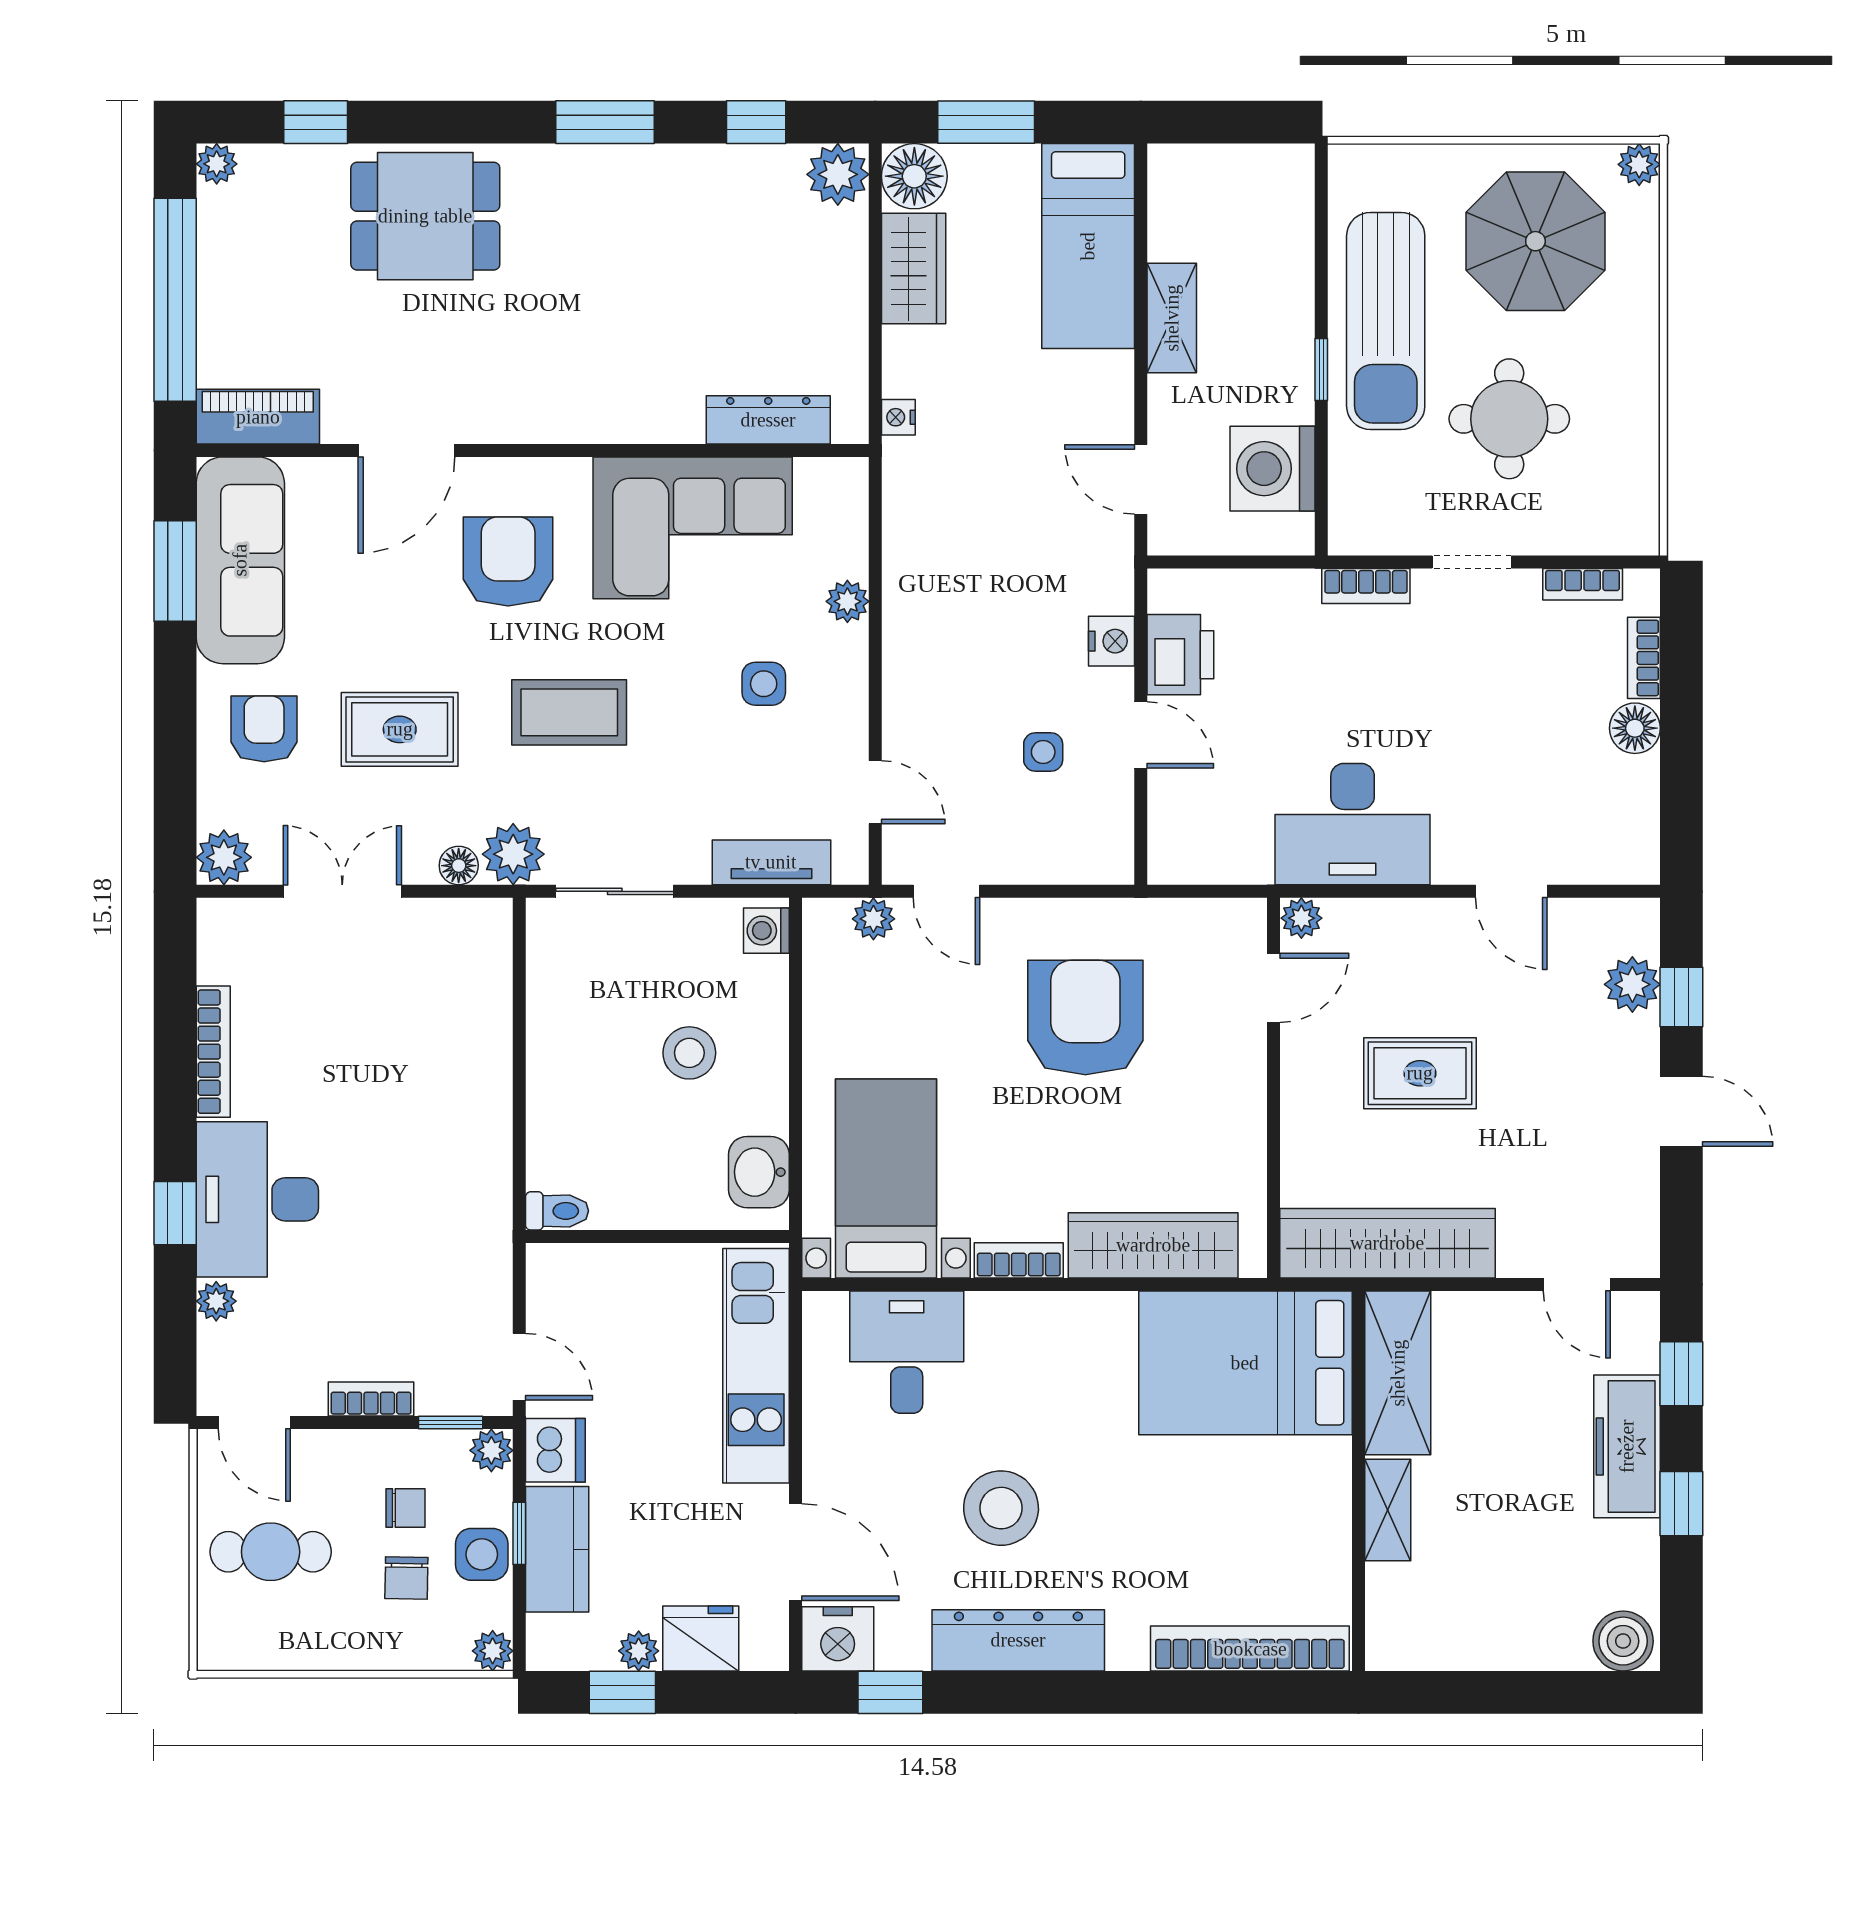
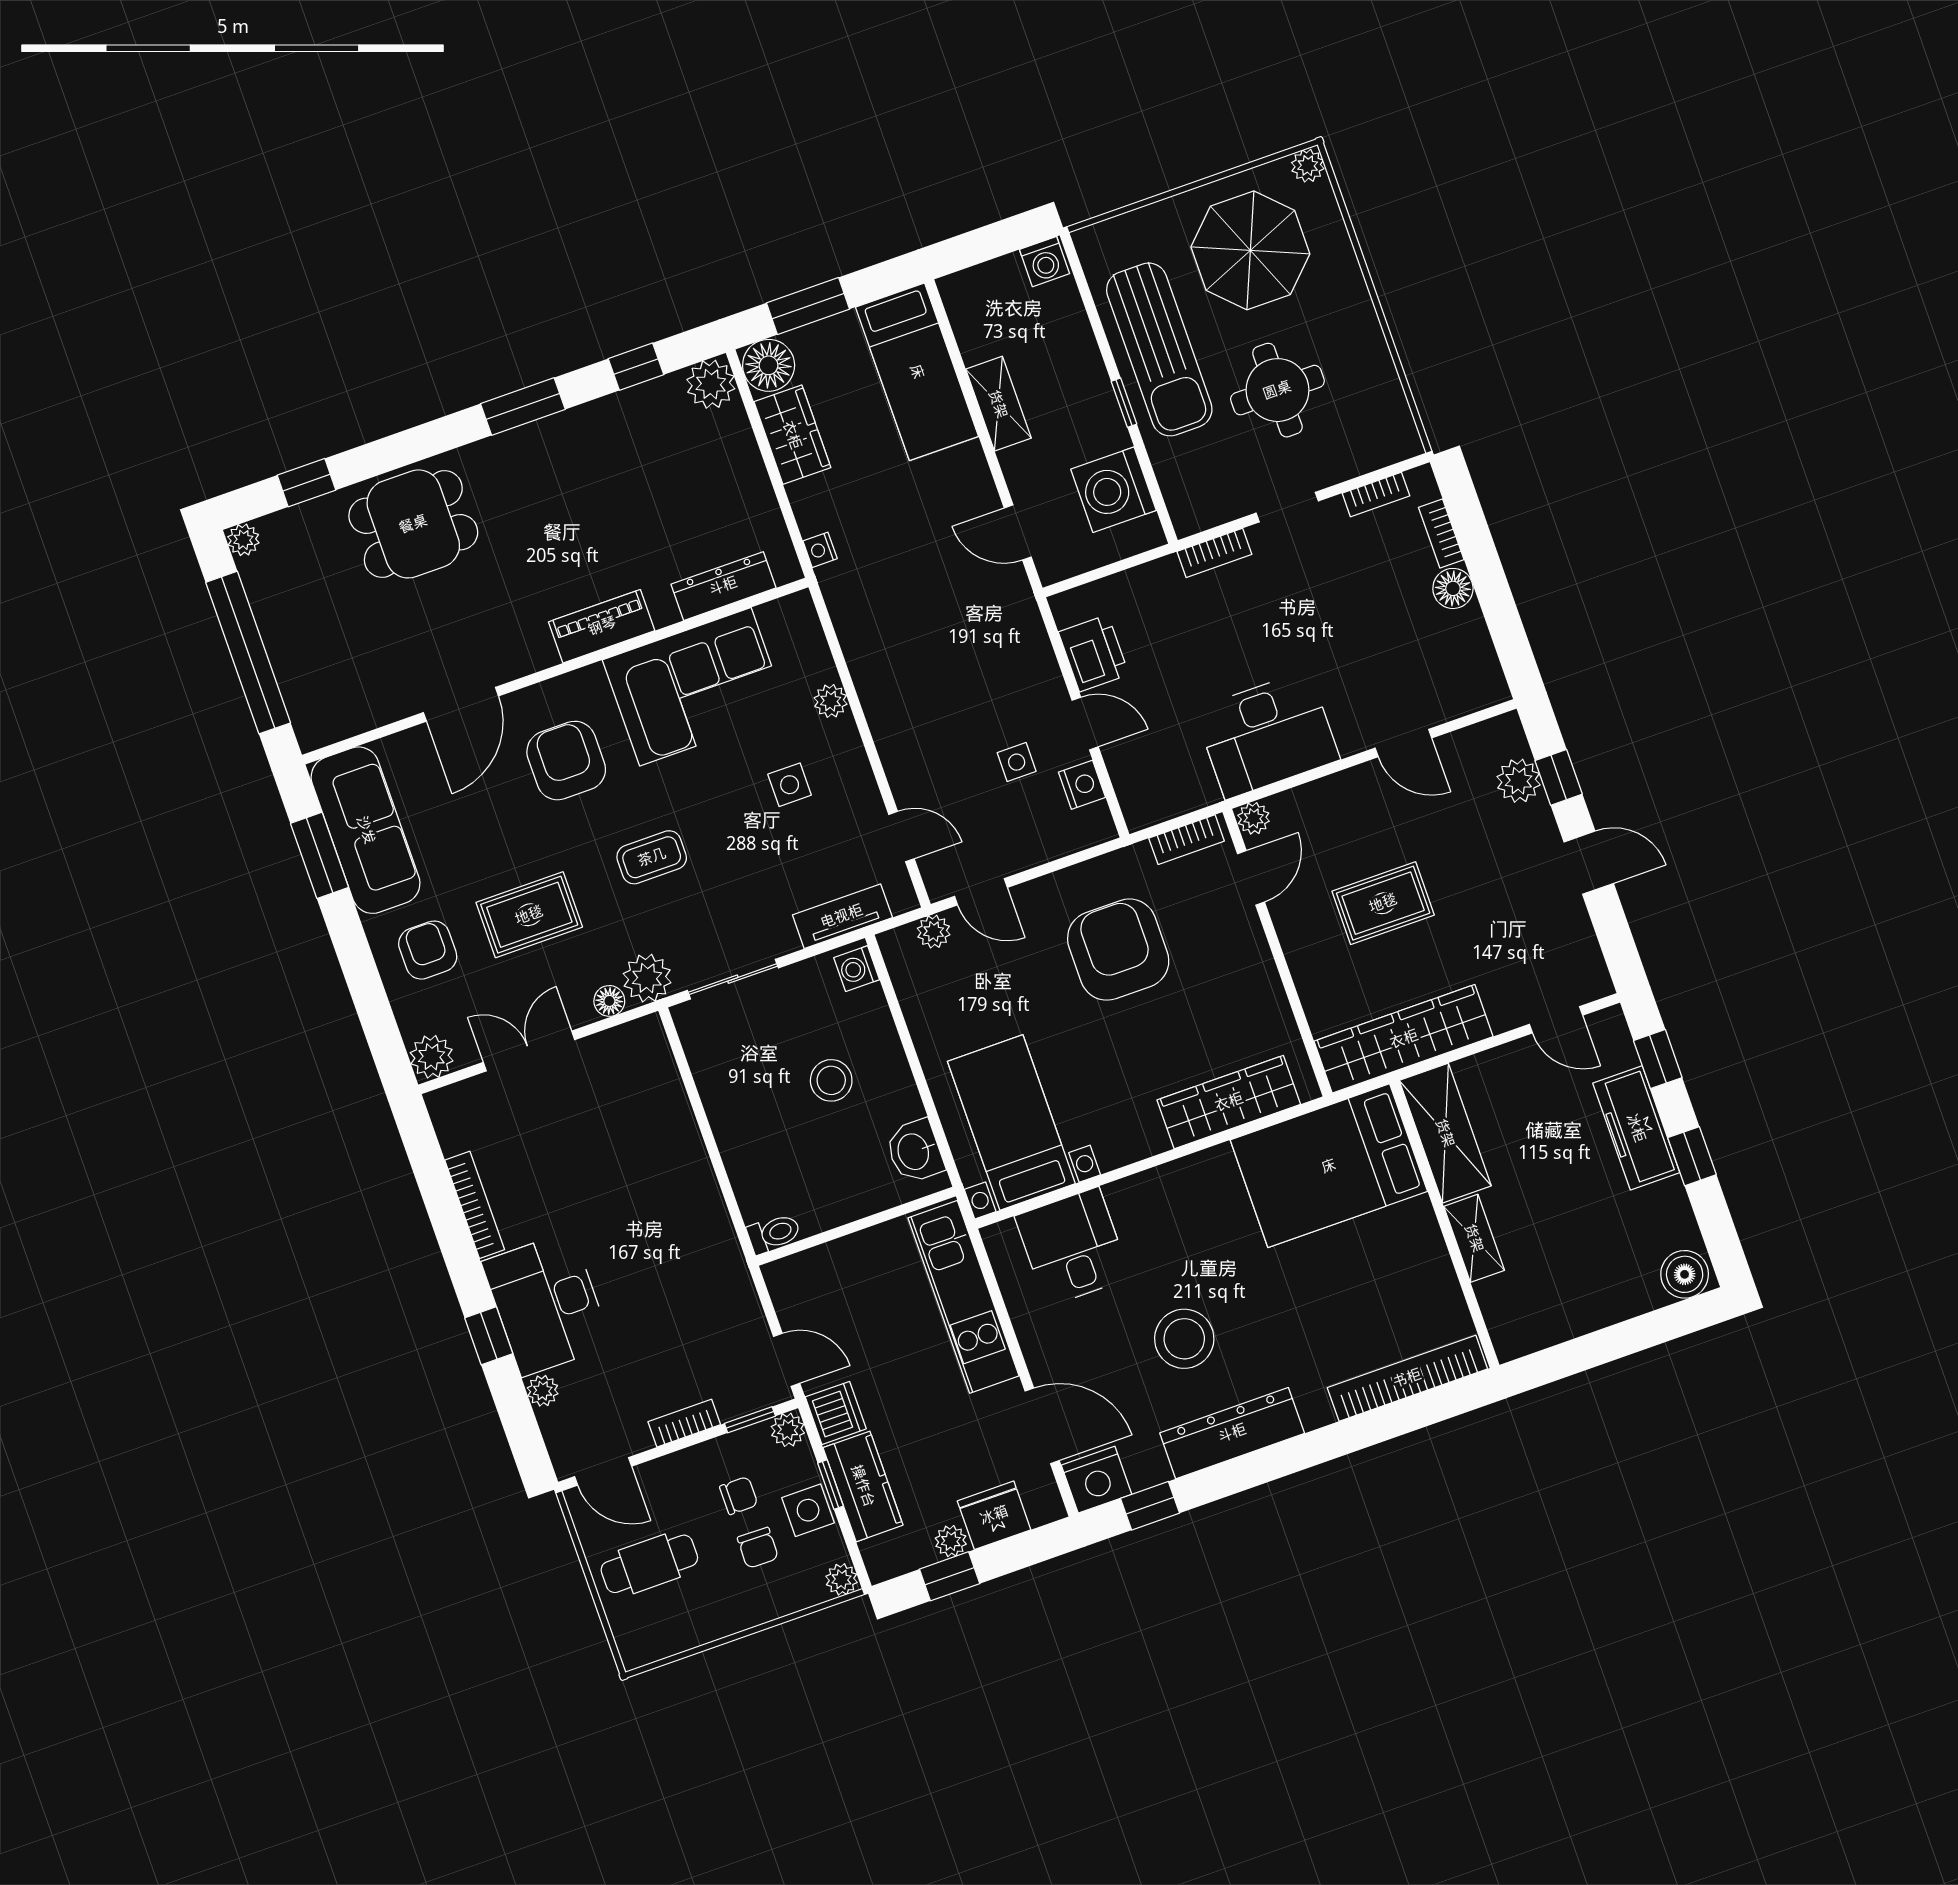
washing machine: (1286, 168) -> (1045, 262), added
piano: (258, 417) -> (602, 626), moved
nightstand: (1111, 641) -> (1082, 785), moved
coffee table: (569, 712) -> (652, 857), width x0.73, depth x0.77
bookcase: (1019, 1260) -> (1187, 840), moved, turned 180

